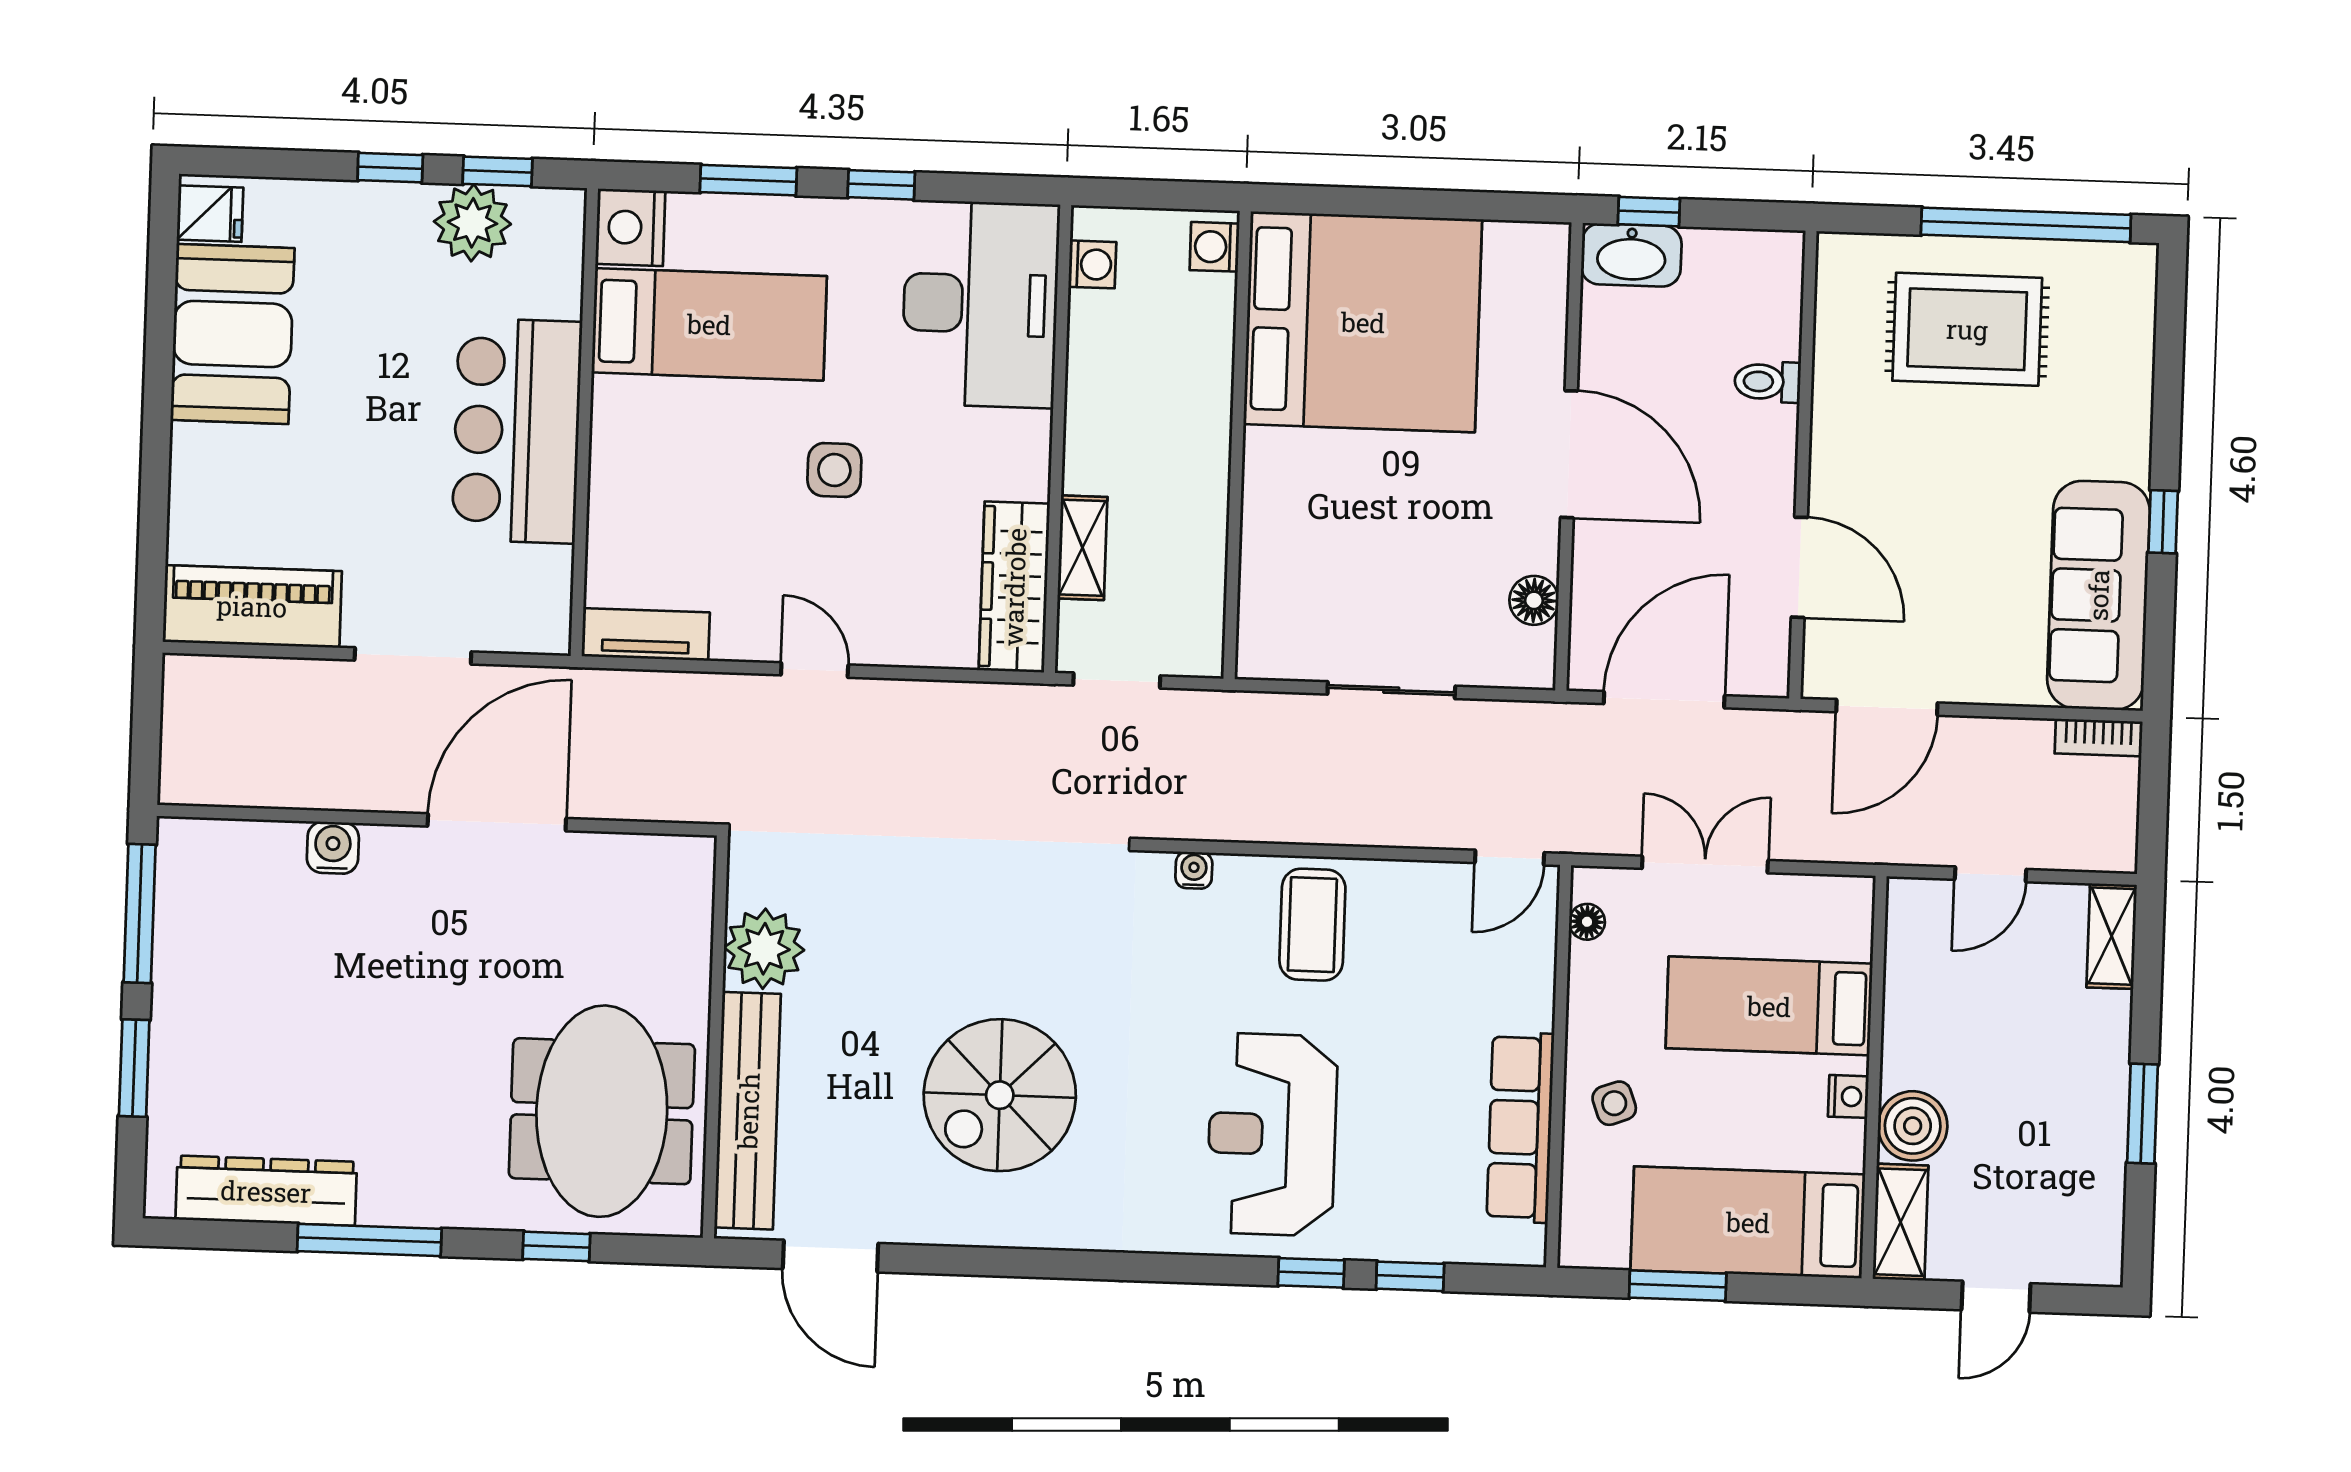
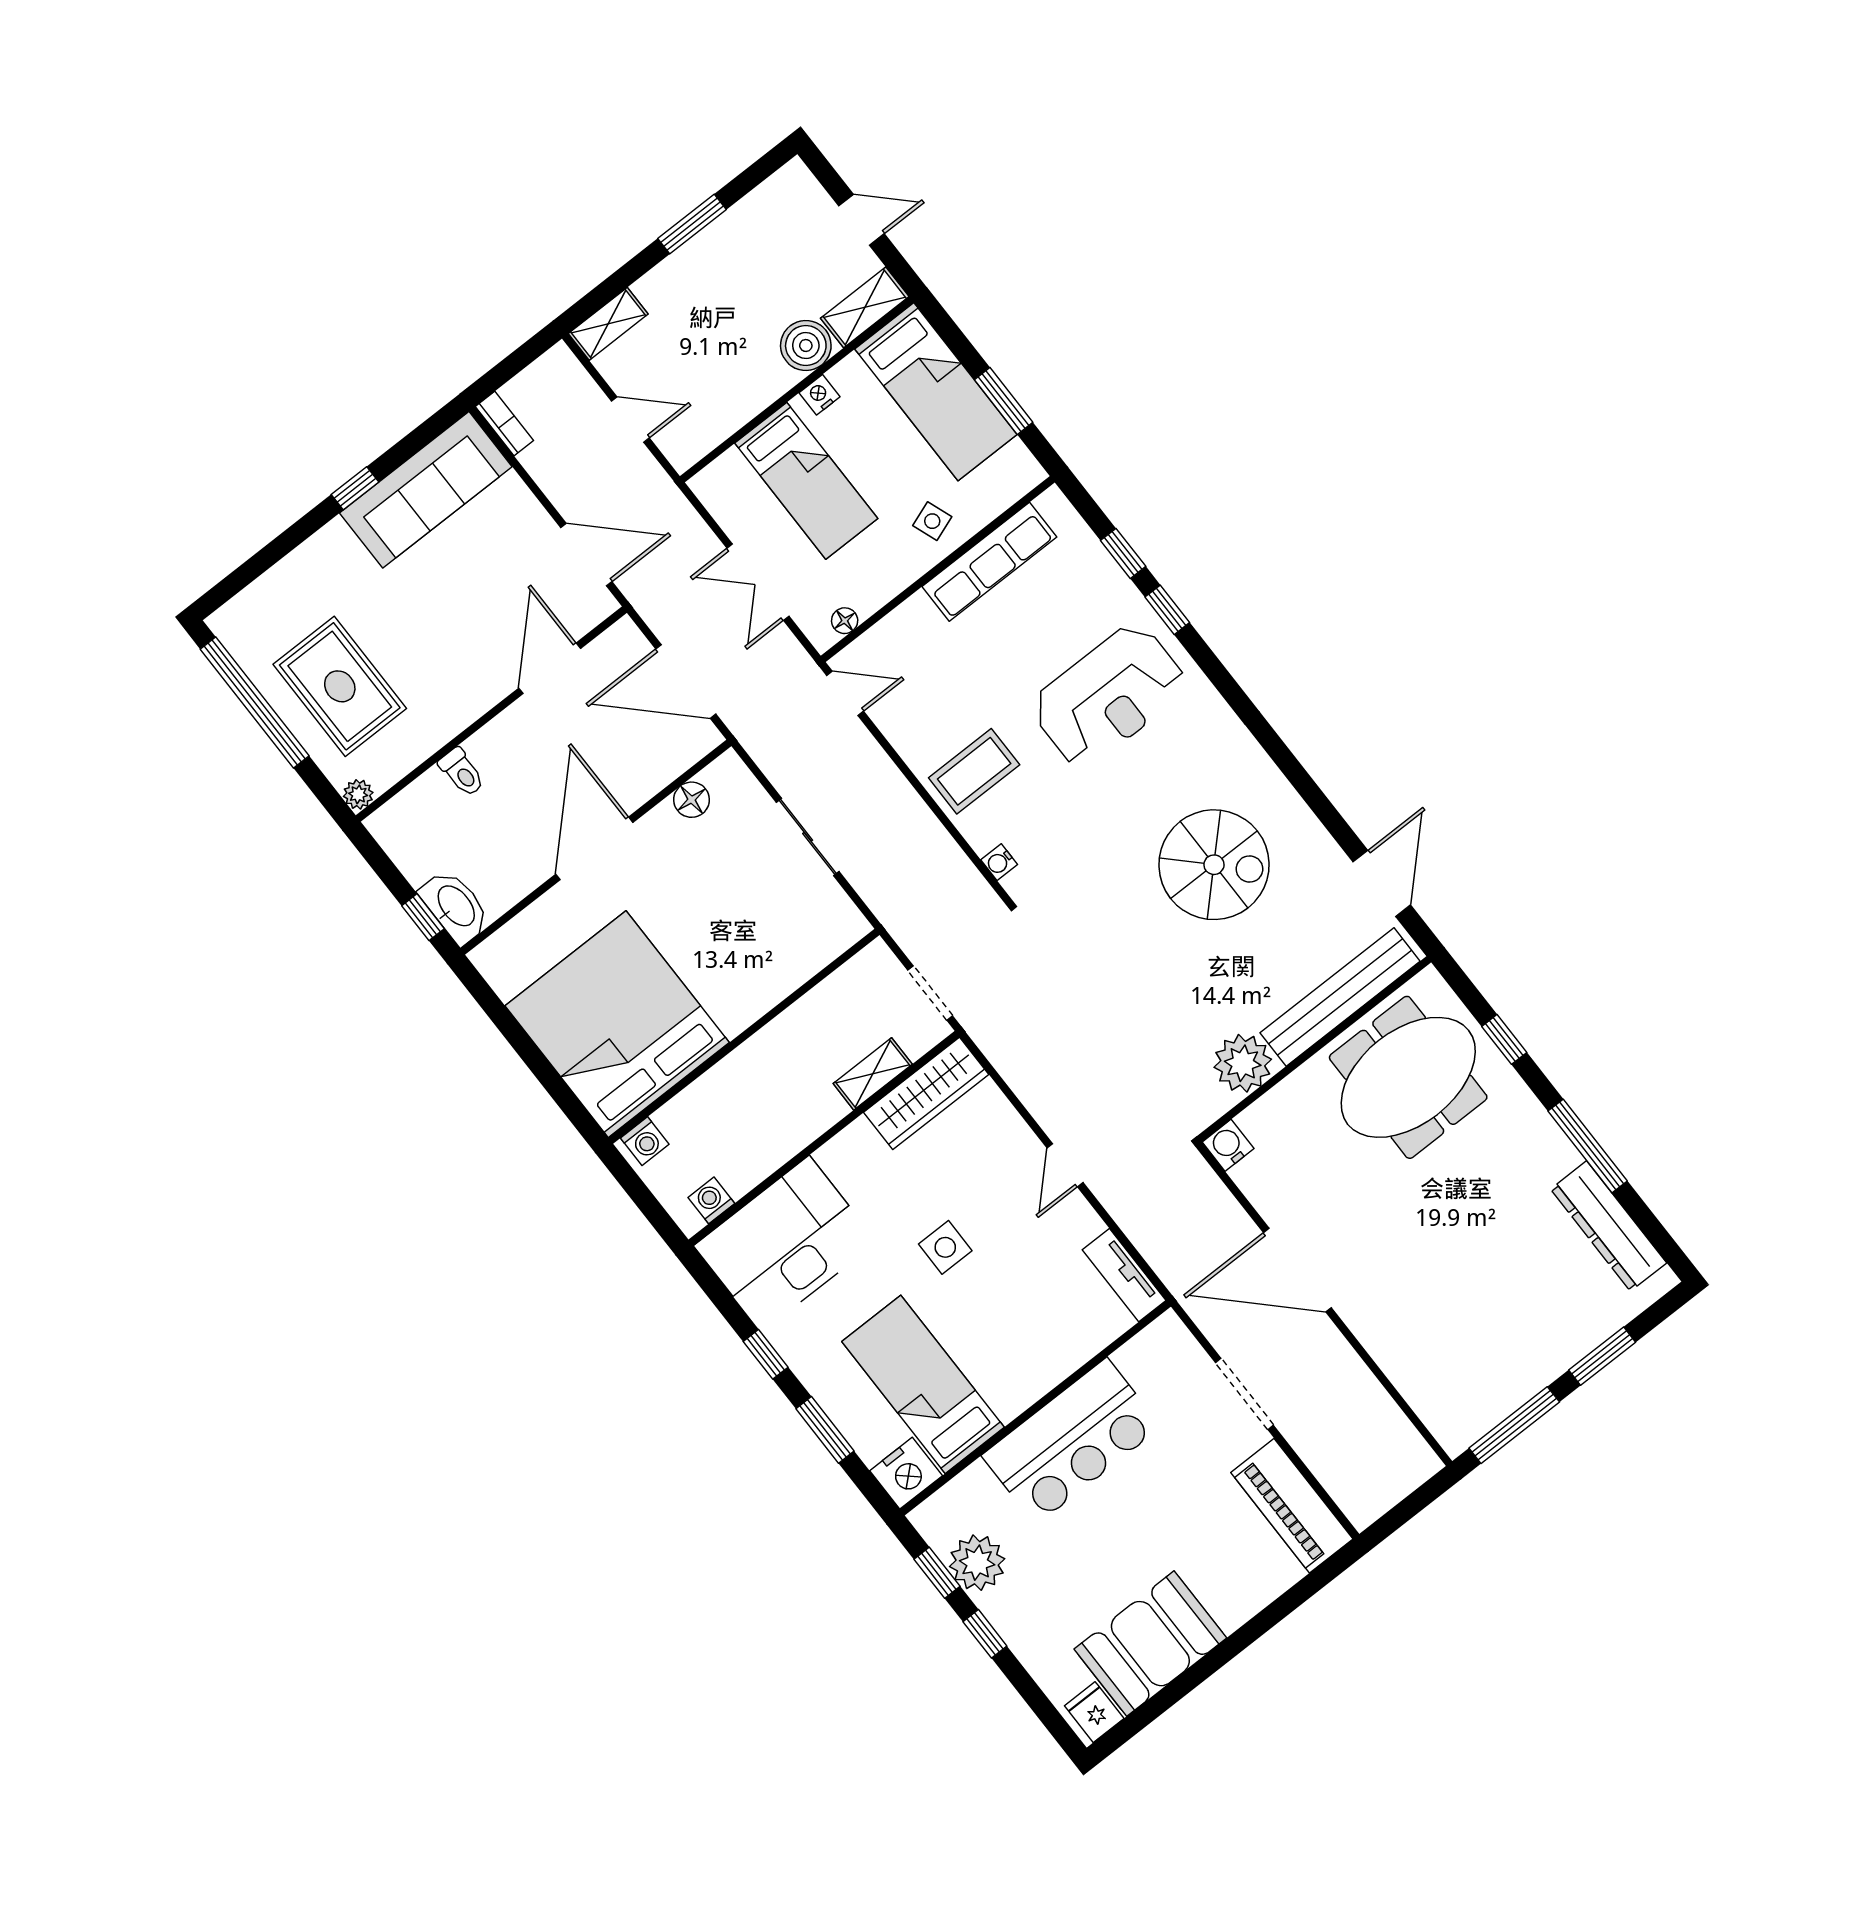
plant: (1837, 253) -> (358, 794), added
water cooler: (333, 848) -> (1228, 1145), moved, turned 90

